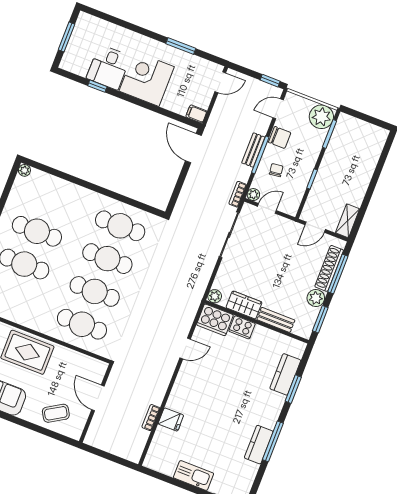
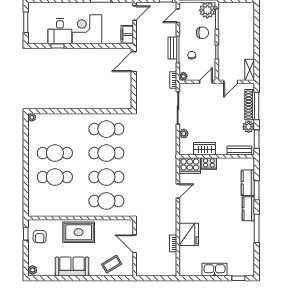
filing cabinet: (196, 114) -> (127, 35), width x2.00
chair: (280, 137) -> (202, 33), moved
door: (193, 148) -> (134, 62), hinge flipped
door: (267, 208) -> (206, 82), moved
plant: (215, 296) -> (184, 134), moved
bench: (276, 320) -> (239, 150), moved
fridge: (171, 420) -> (189, 234), width x1.88, depth x1.34
kitchen counter: (259, 445) -> (248, 209), moved

